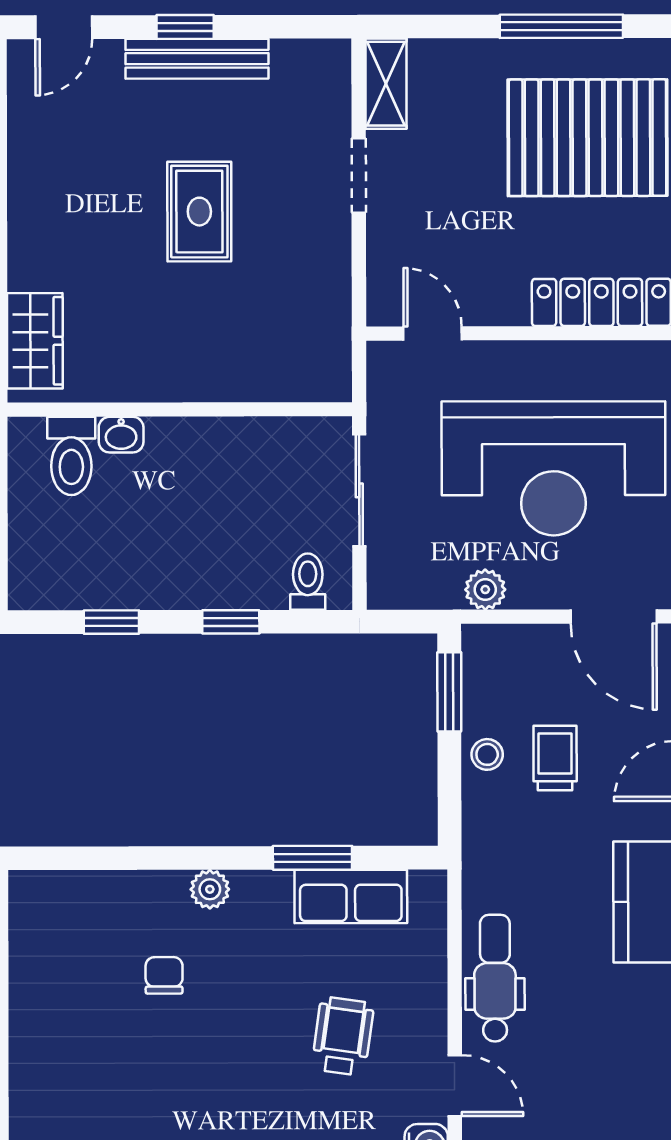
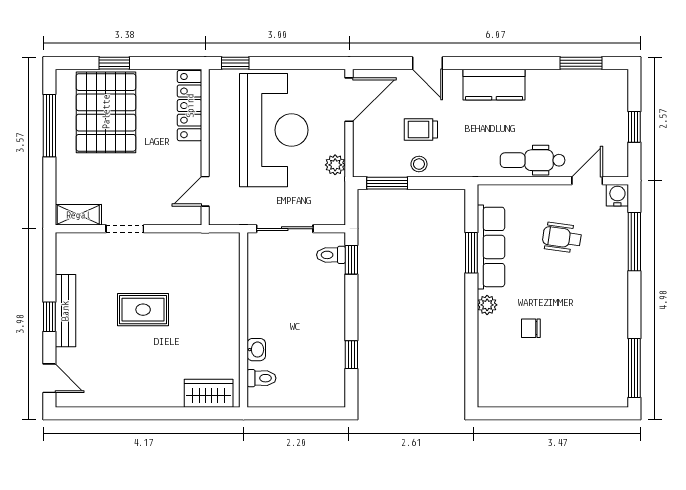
toilet: (71, 456) -> (261, 378), width x0.73, depth x0.72
window: (231, 622) -> (351, 260), moved
row of seats: (351, 896) -> (491, 247), width x1.48

